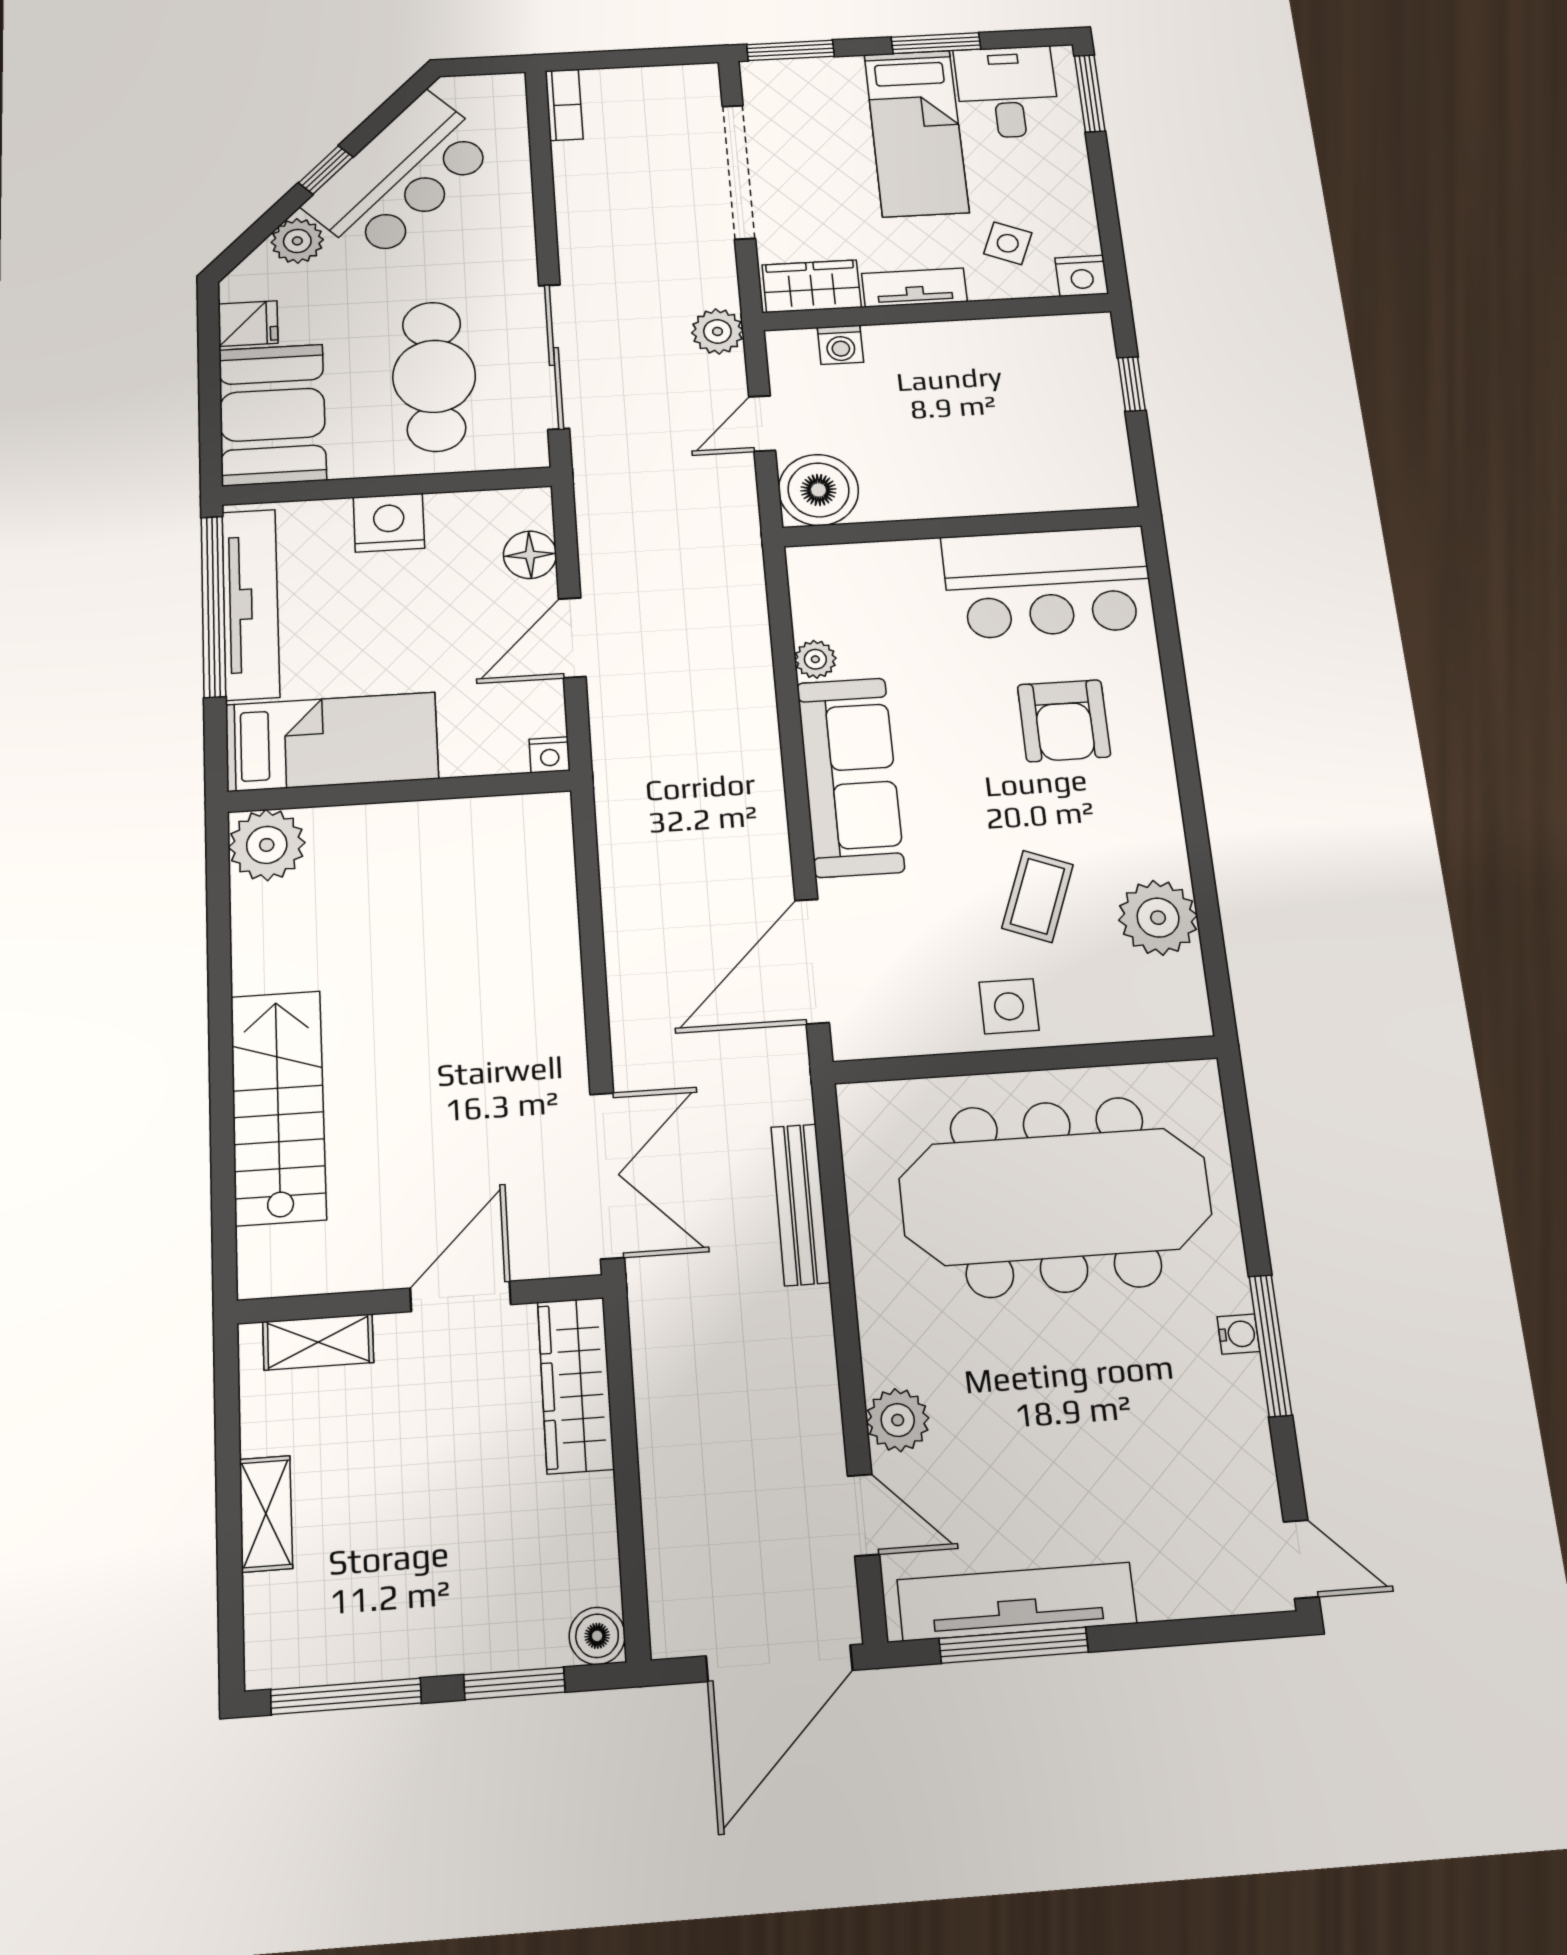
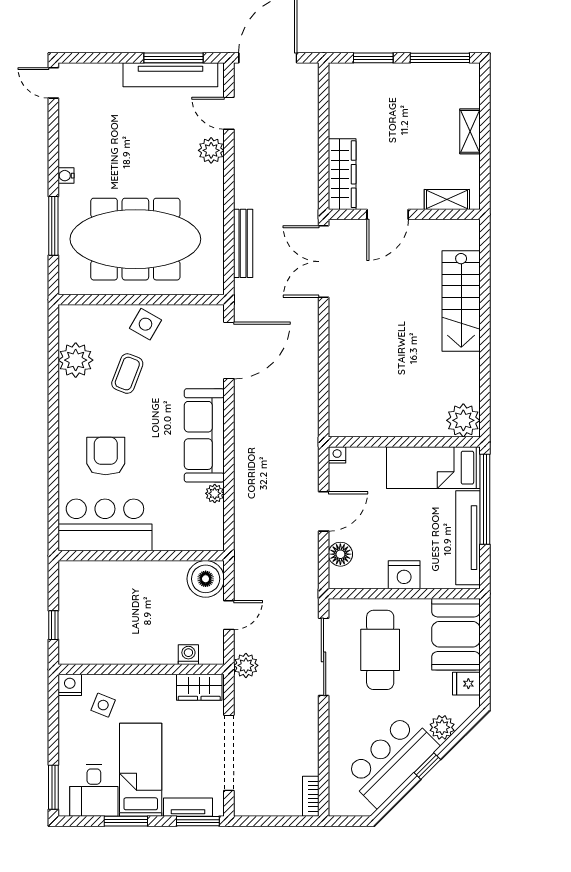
tv unit: (914, 288) -> (188, 807), moved, turned 180
window: (213, 606) -> (485, 499), moved
side table: (1009, 1006) -> (145, 324), turned 30
window: (1270, 1345) -> (53, 226), moved
boiler: (597, 1636) -> (339, 74), removed

